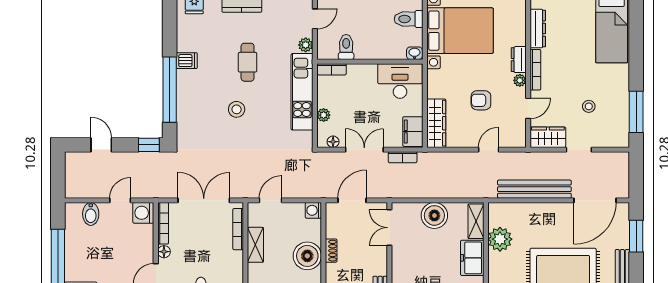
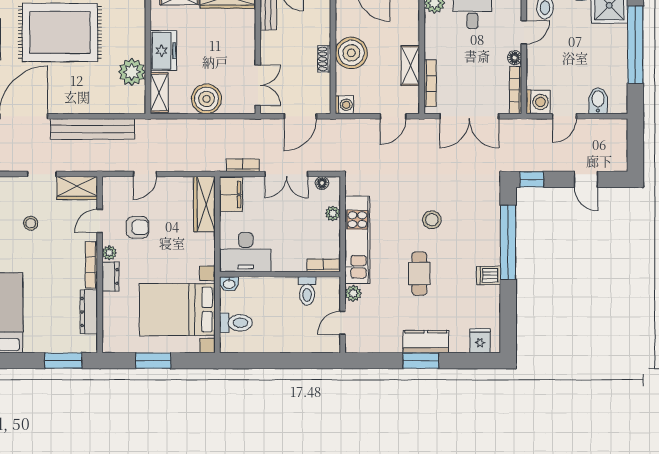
armchair: (481, 100) -> (137, 227), moved

